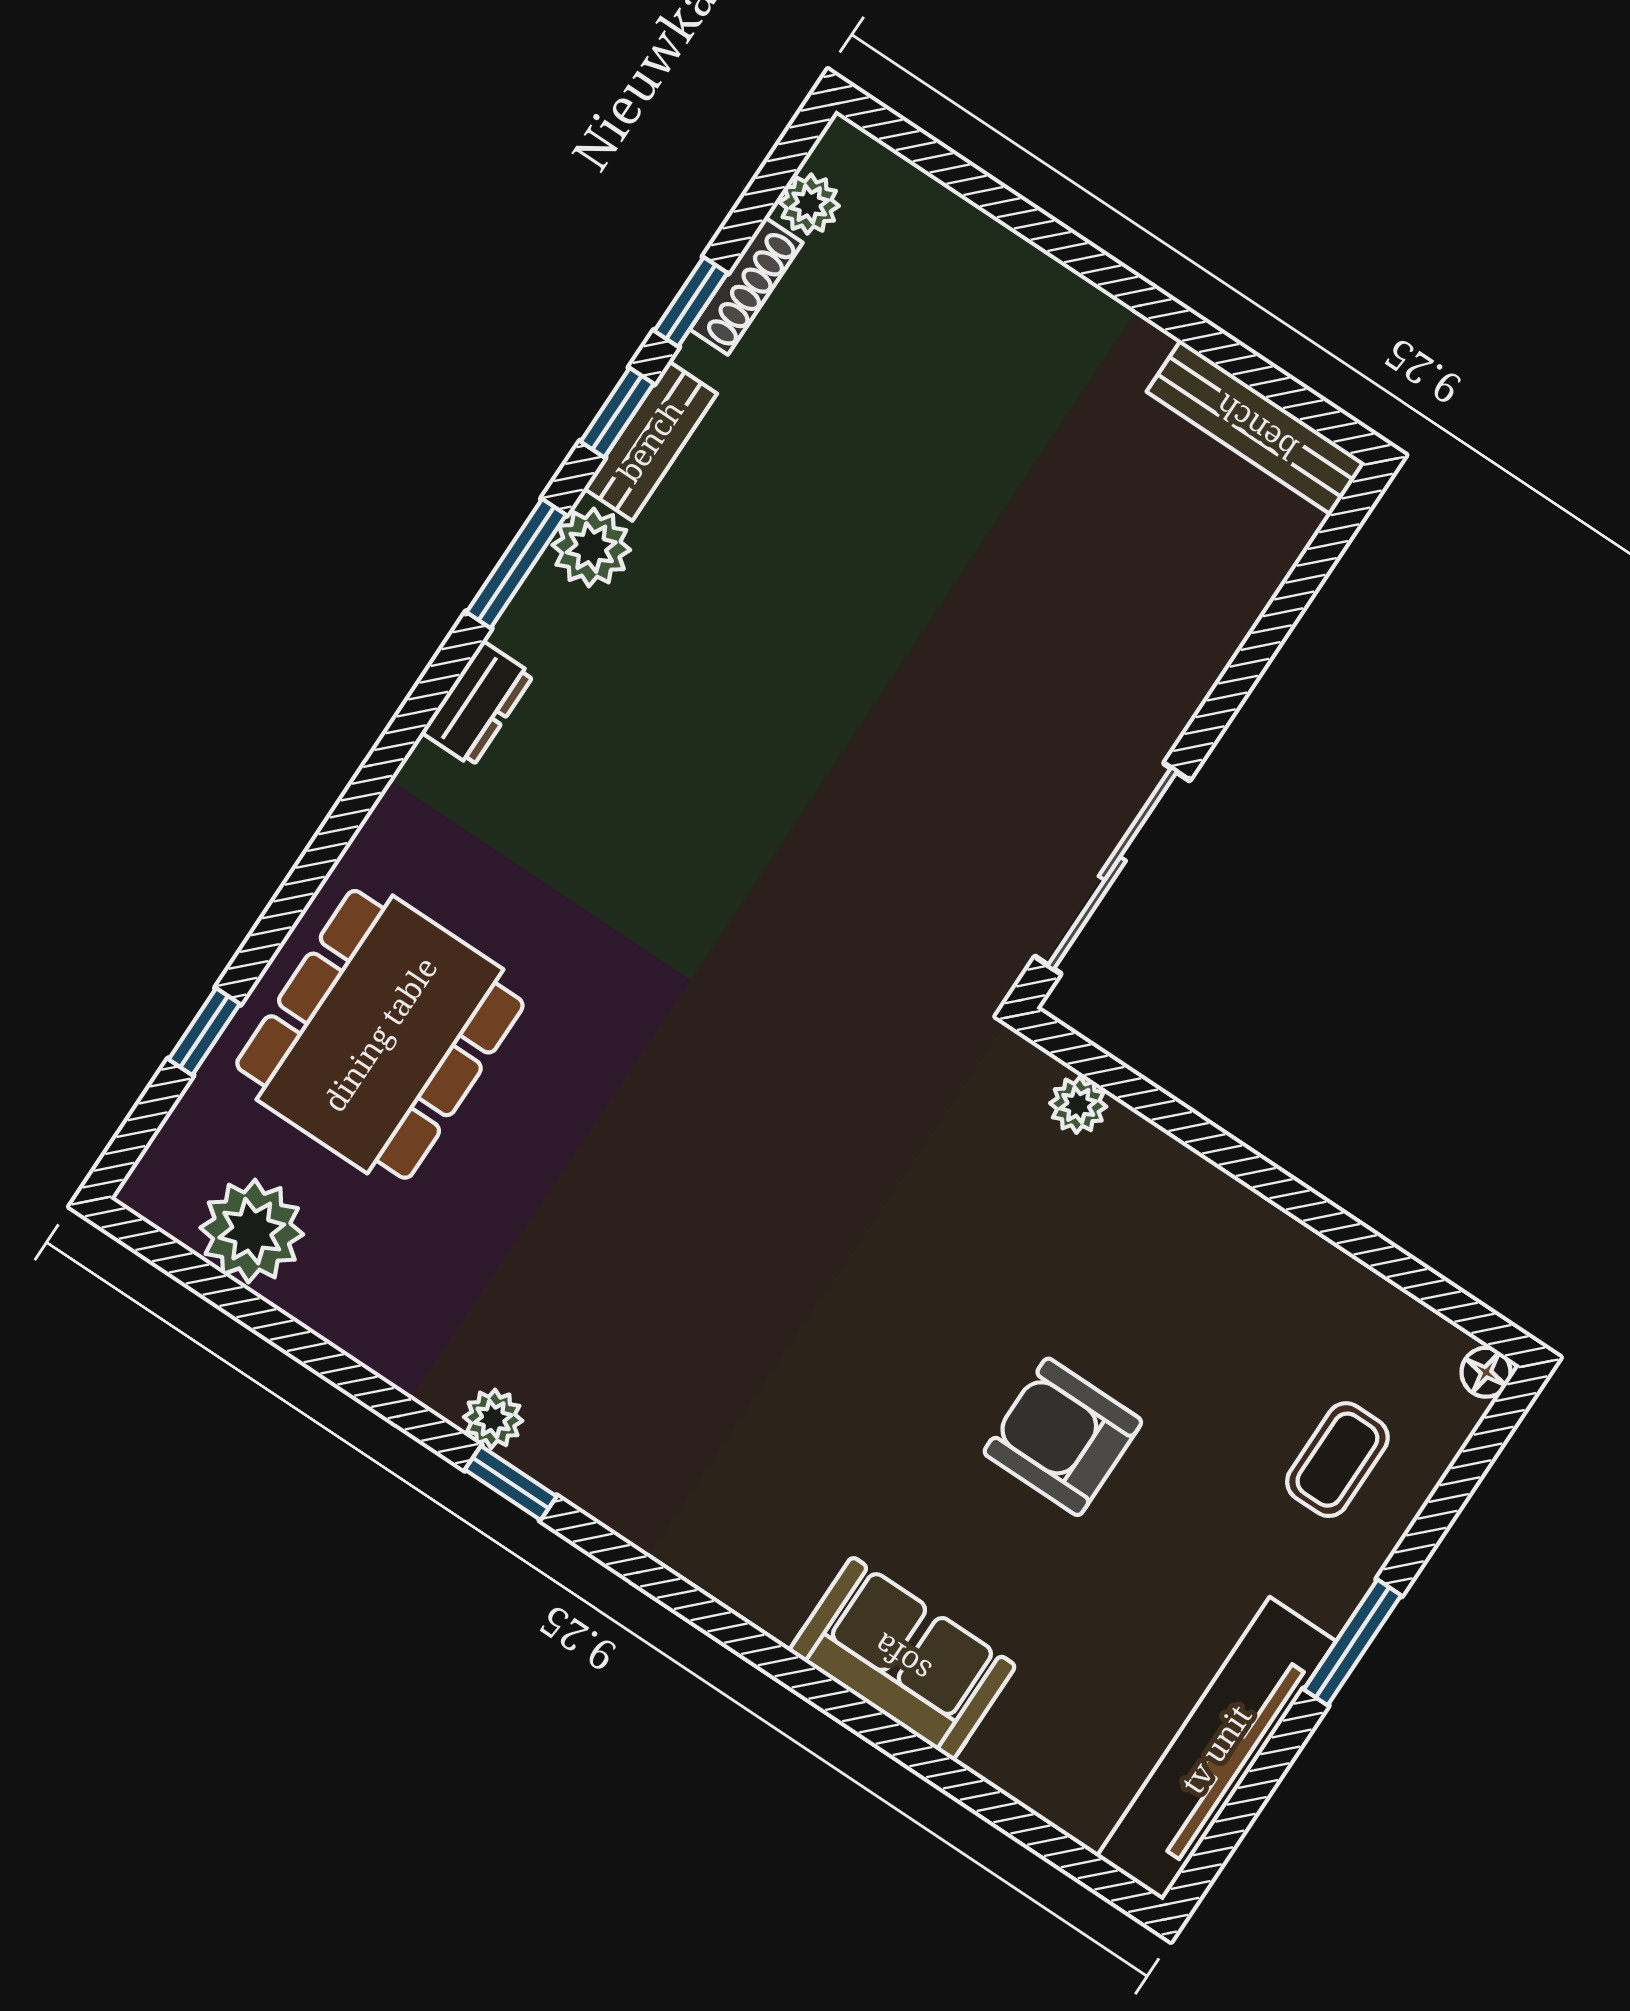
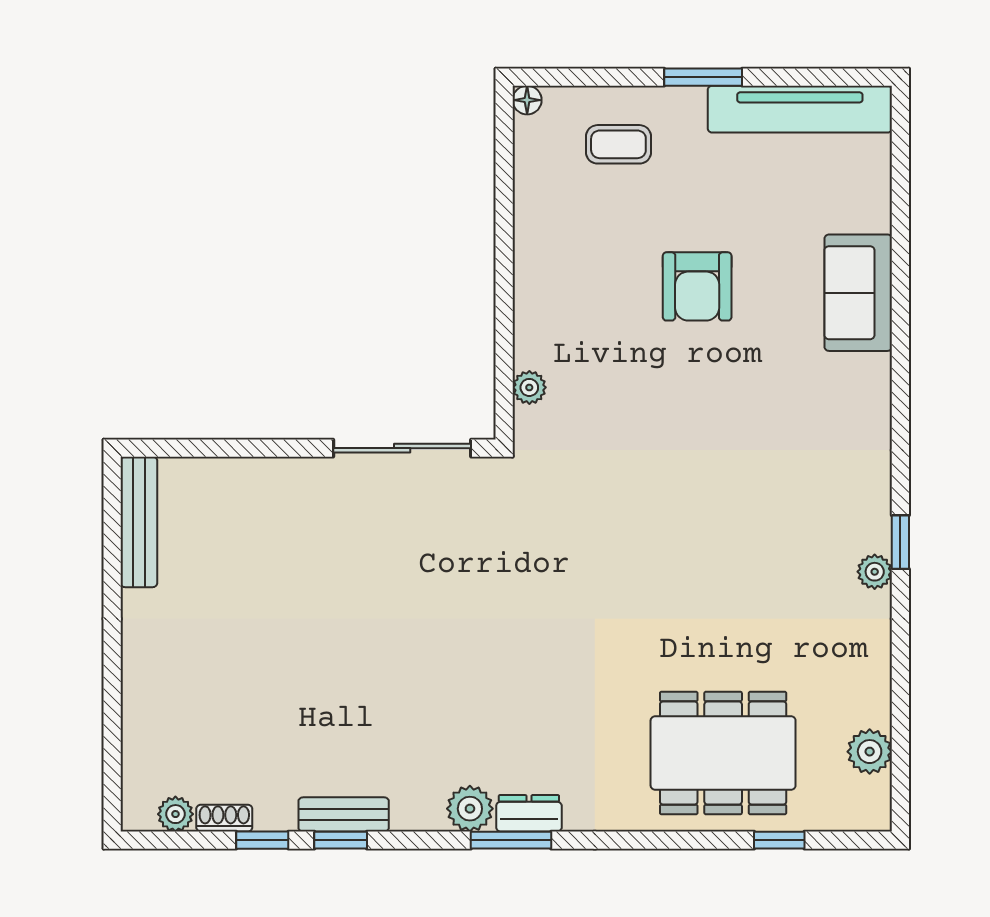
shoe rack: (746, 286) -> (224, 818), width x0.70
plant: (591, 547) -> (470, 809), moved
window: (516, 564) -> (511, 840), moved
plant: (252, 1231) -> (870, 752), width x0.73, depth x0.73

